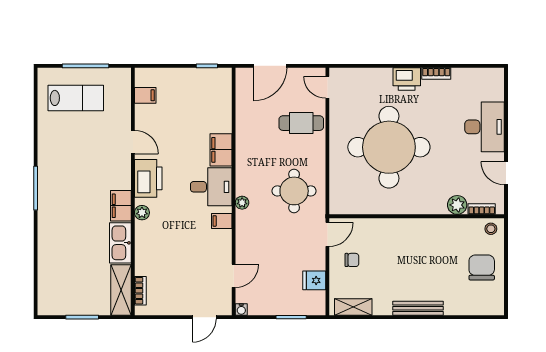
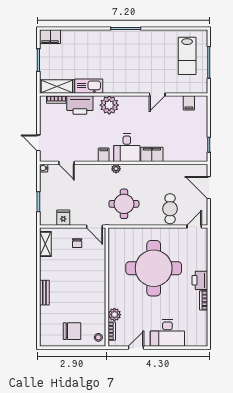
printer: (148, 178) -> (80, 105), moved
filing cabinet: (121, 206) -> (50, 37), moved, turned 180
plant: (142, 213) -> (109, 105), width x1.87, depth x1.87
bench: (418, 308) -> (44, 293), width x0.73

